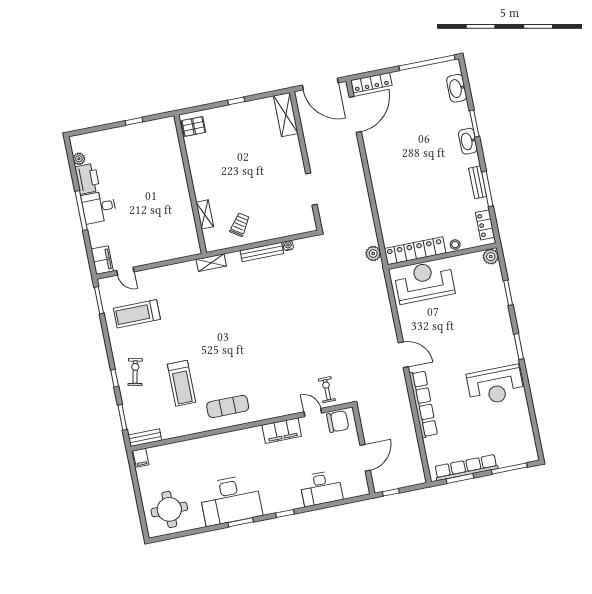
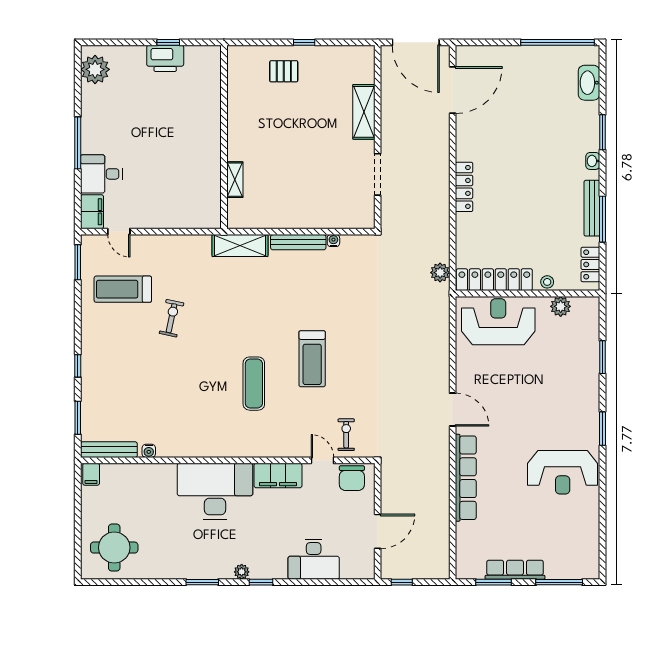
locker: (371, 83) -> (464, 187), moved, turned -90
shelving: (286, 115) -> (364, 112), moved
pallet: (193, 126) -> (284, 71), moved
washbasin: (468, 141) -> (593, 161), width x0.52, depth x0.69
plant: (79, 159) -> (95, 69), width x1.87, depth x1.87
printer: (87, 179) -> (165, 58), moved, turned 90
bench: (478, 182) -> (592, 208), width x1.36
desk: (99, 207) -> (101, 174), moved
trolley: (240, 225) -> (277, 201), removed
plant: (491, 257) -> (561, 306), moved
shelving: (211, 263) -> (240, 246), width x1.50, depth x1.33
exercise bike: (135, 372) -> (171, 318), moved
treadmill: (182, 383) -> (312, 359), moved
exercise mat: (228, 406) -> (254, 384), moved, turned 90
chair: (338, 422) -> (352, 478), turned 90
water cooler: (181, 431) -> (149, 451), added
bench: (145, 438) -> (109, 450), width x1.36
row of seats: (466, 468) -> (515, 570), width x0.73
desk: (231, 500) -> (215, 491), moved, turned 180
plant: (269, 509) -> (242, 572), added

